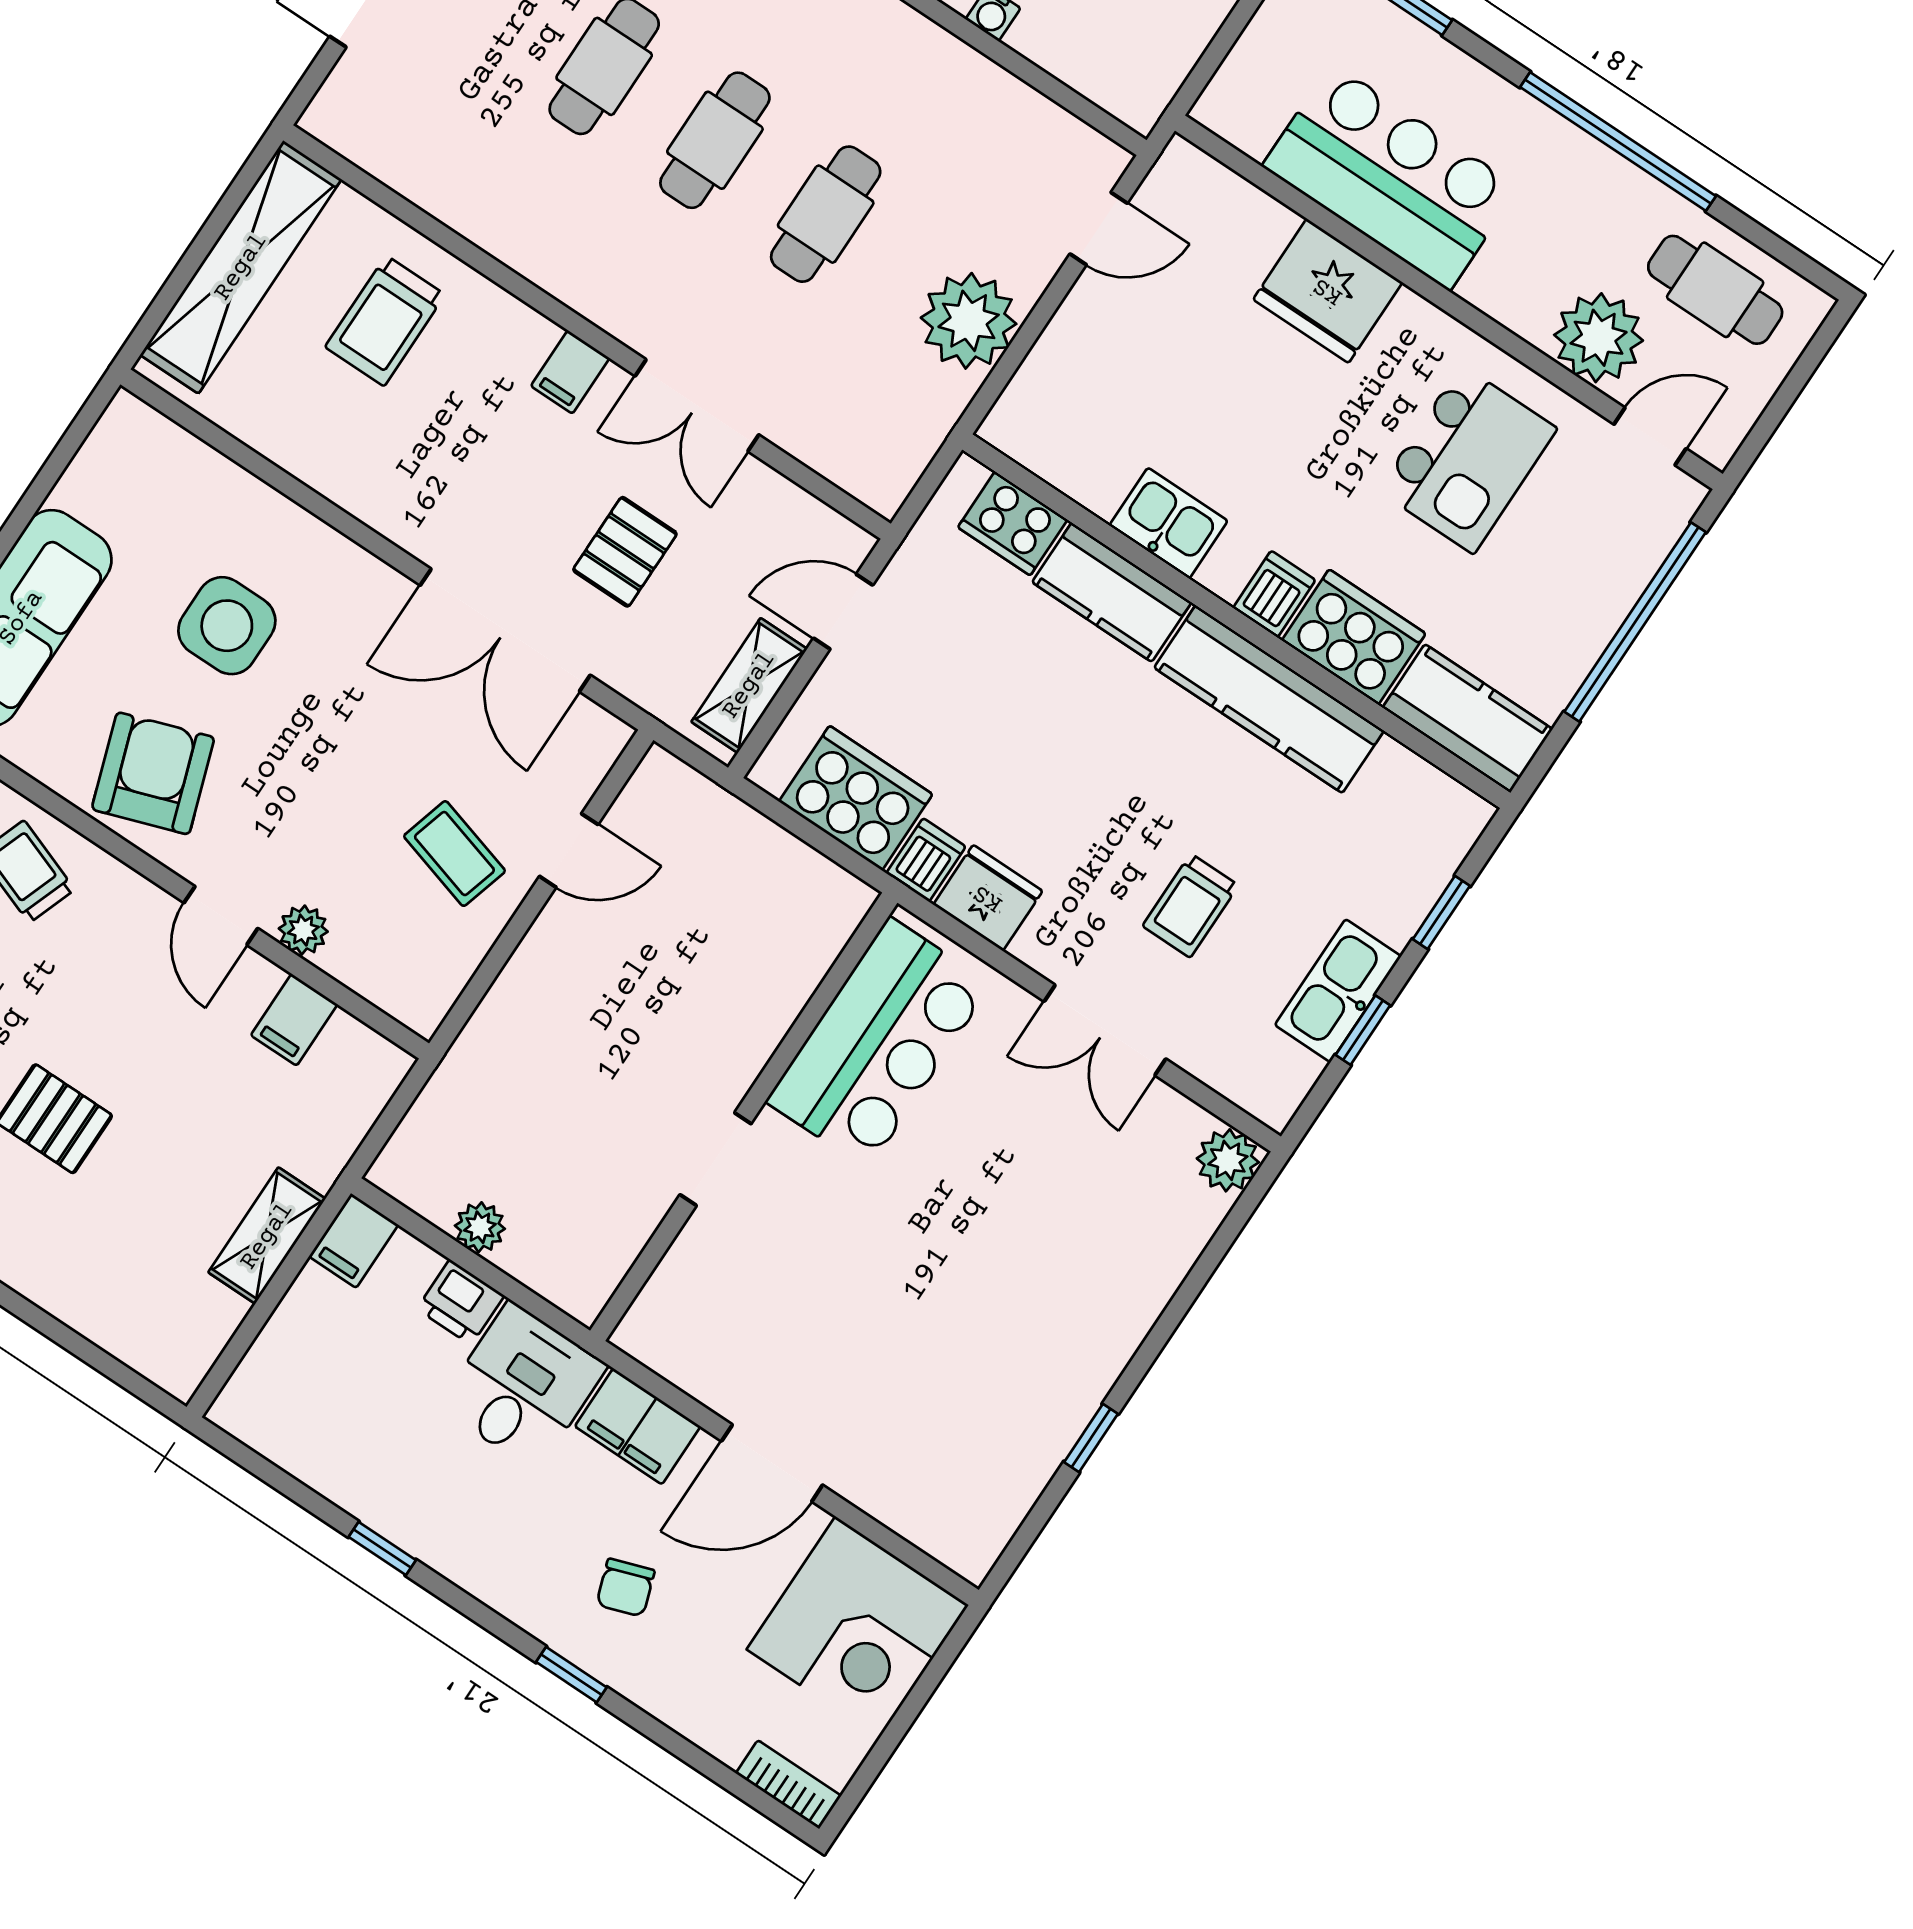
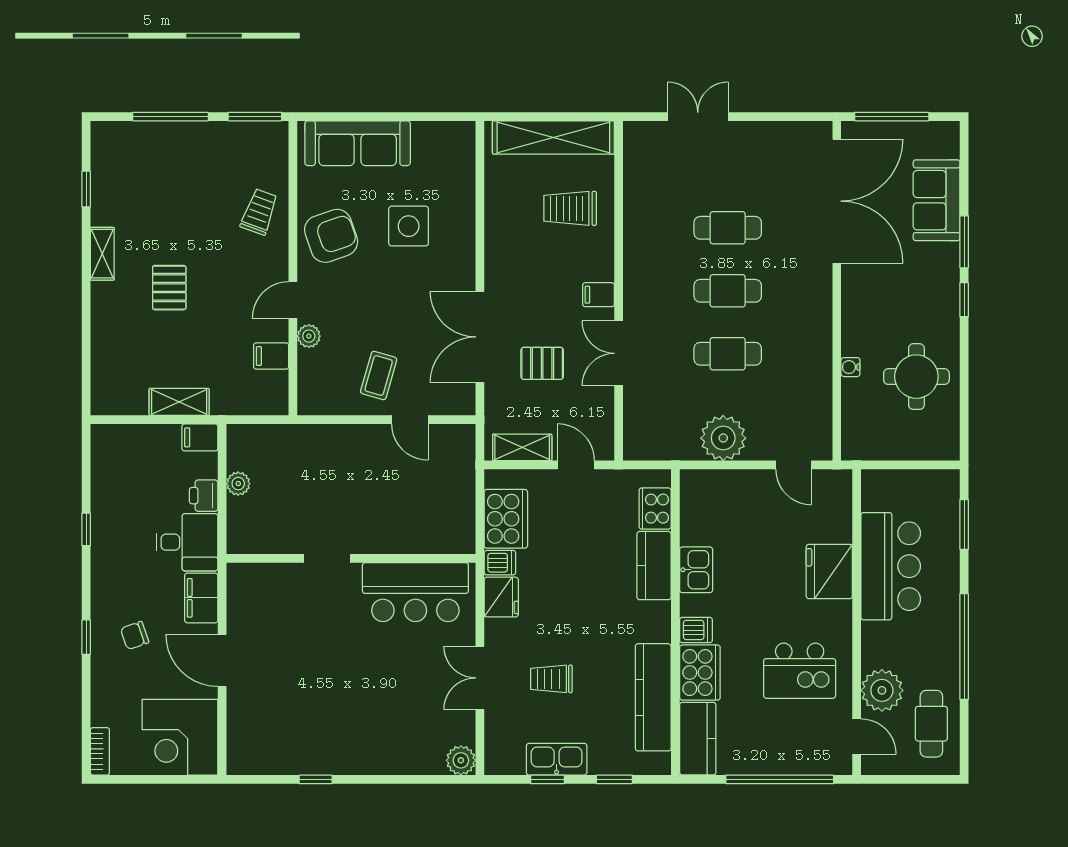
kitchen counter: (1269, 699) -> (653, 697), moved

